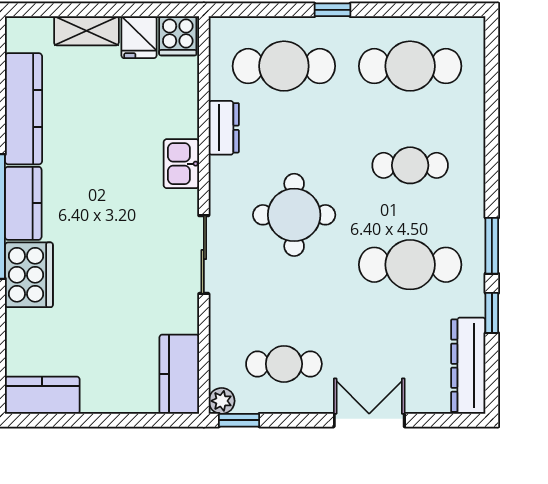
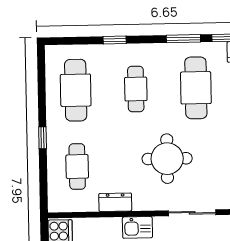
cafe table: (284, 66) -> (77, 167), width x0.73, depth x0.74
window: (492, 132) -> (115, 40), added

